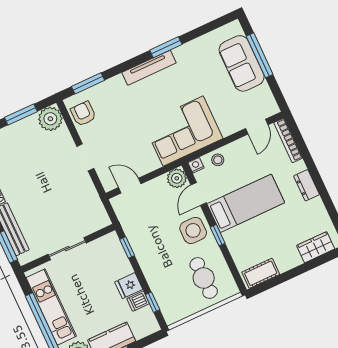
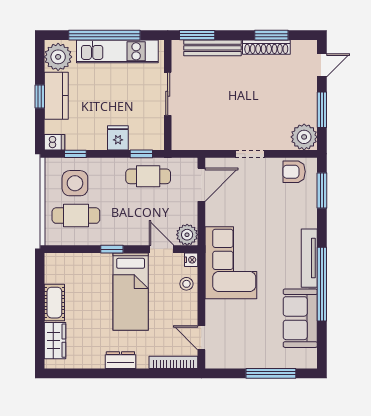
window: (166, 47) -> (322, 284), width x2.11
sofa: (242, 63) -> (300, 318), moved, turned -90
armchair: (83, 114) -> (294, 172), turned 180
door: (130, 186) -> (201, 185), width x1.38
side table: (193, 230) -> (75, 183), moved
cafe table: (143, 233) -> (148, 176), added
cot: (261, 273) -> (54, 303), moved
fridge: (129, 286) -> (118, 138), moved
dishwasher: (138, 301) -> (55, 142), moved, turned 90

